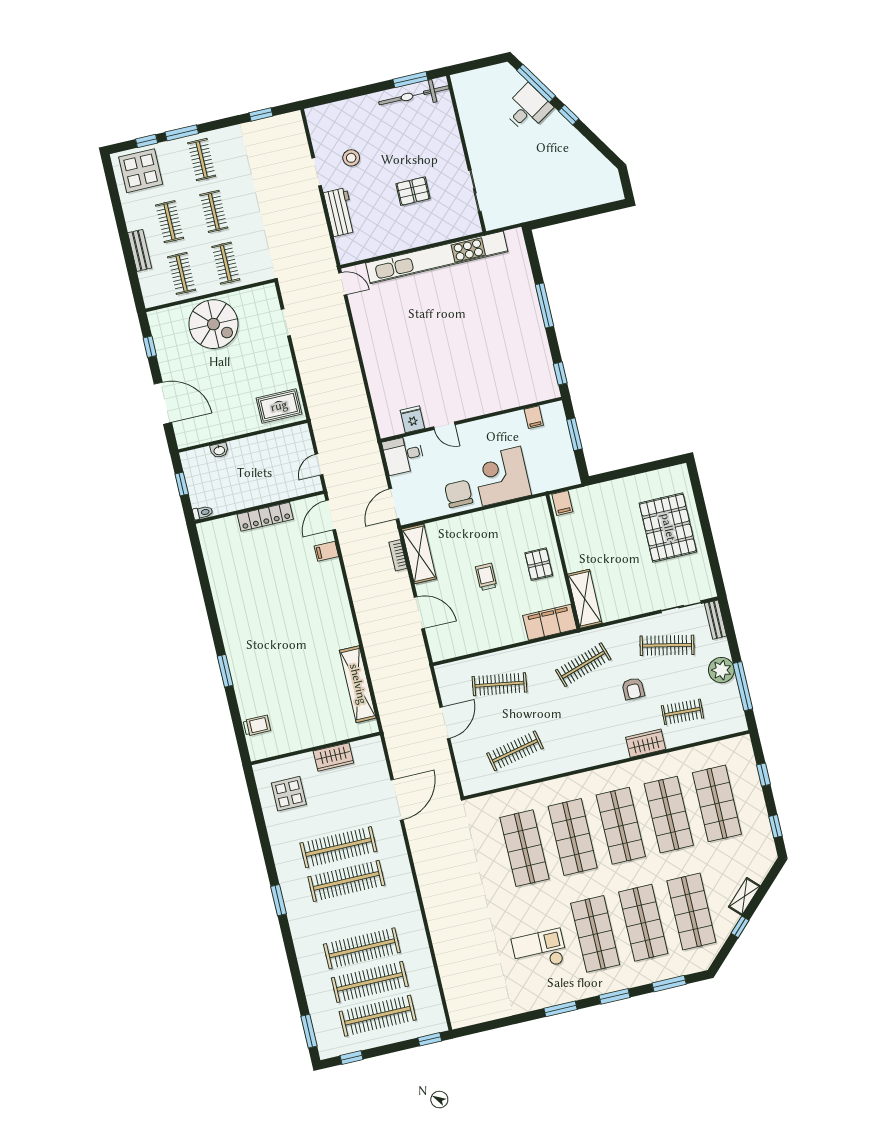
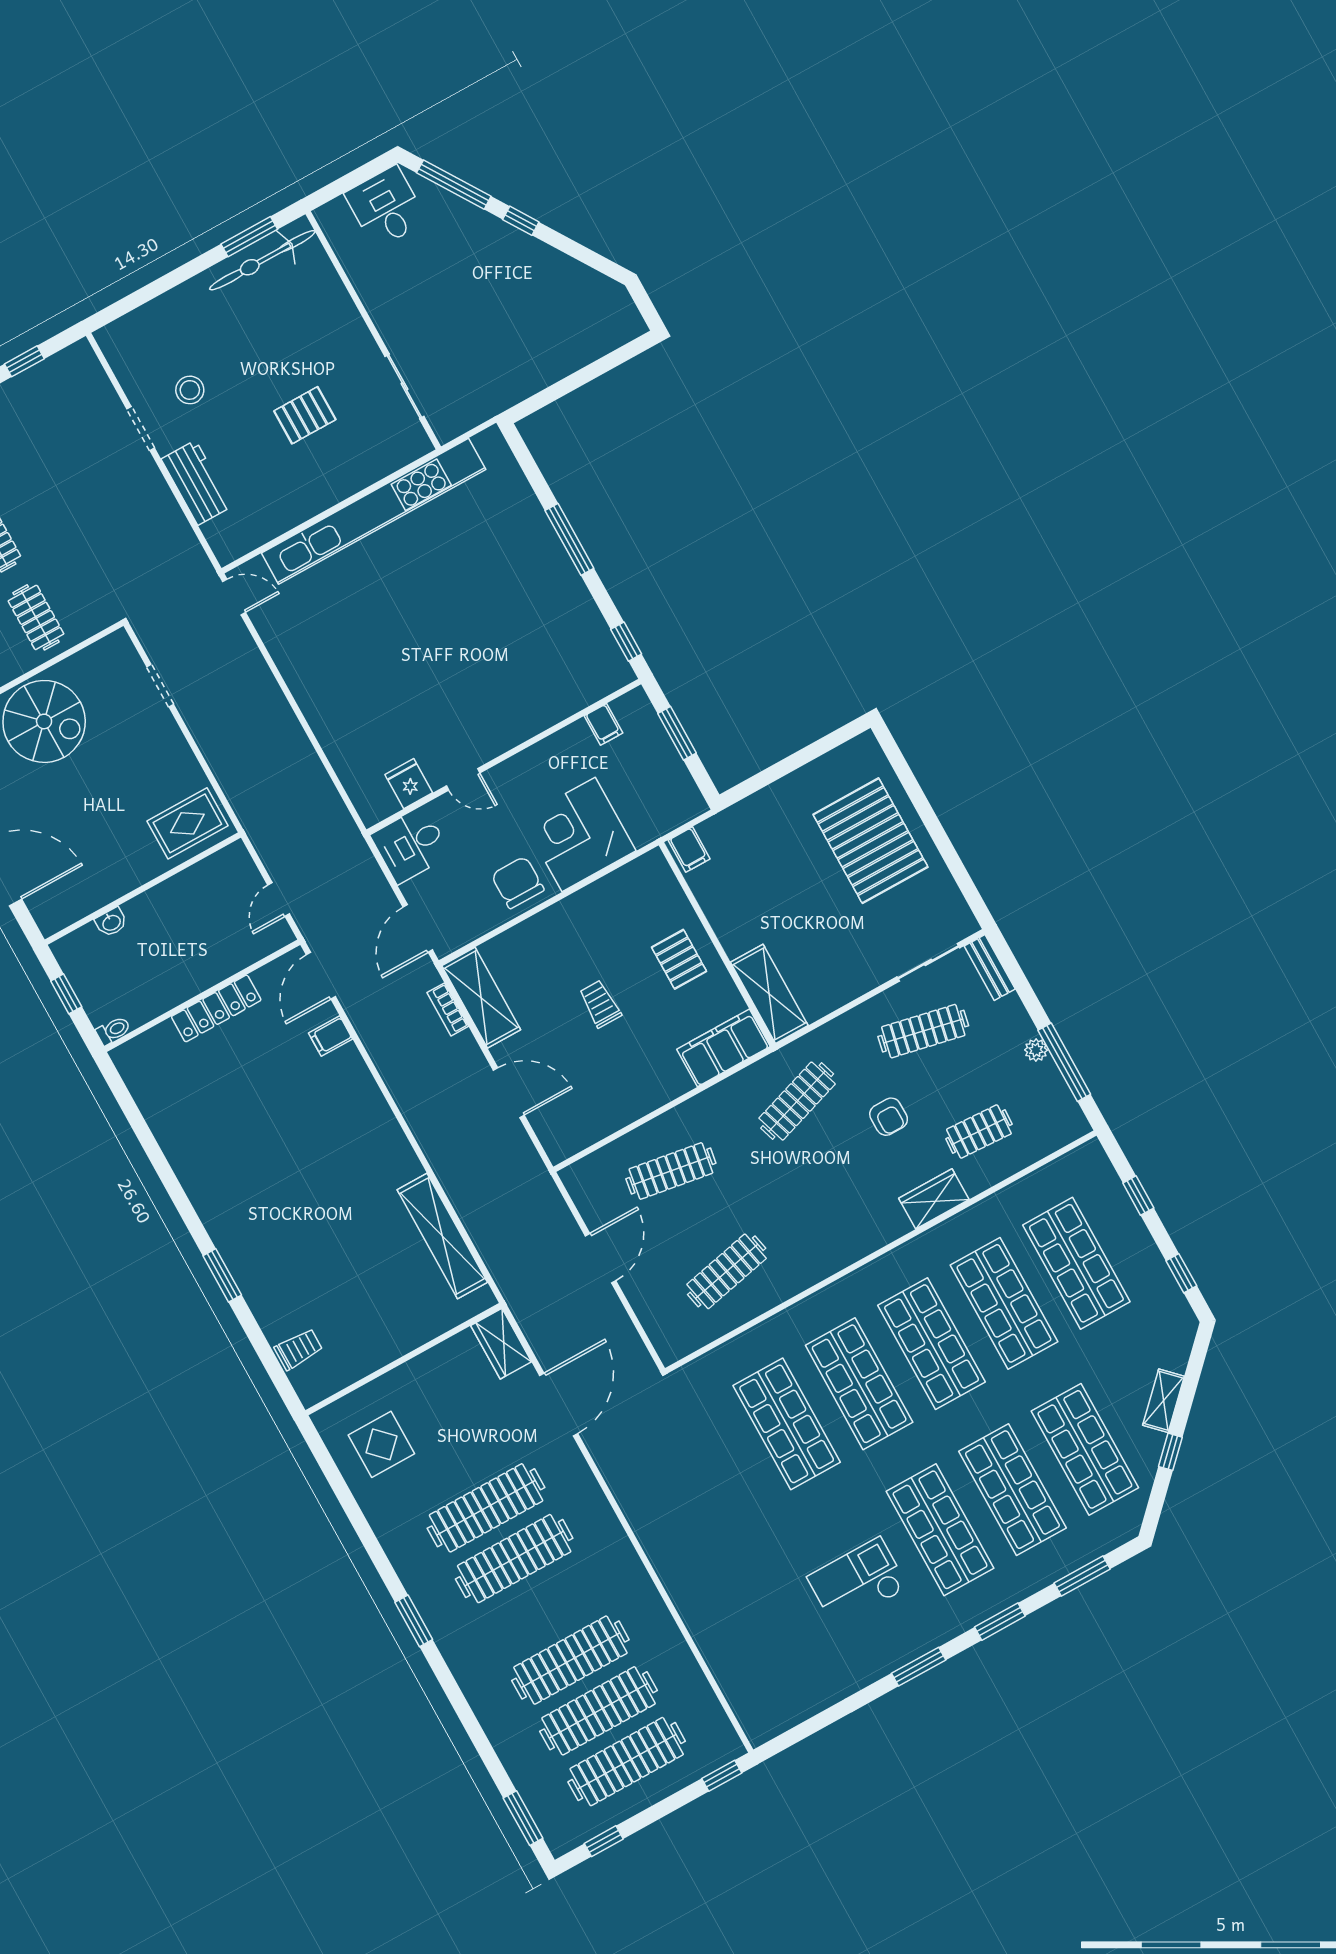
desk: (528, 109) -> (386, 207), moved, turned -57
plant: (721, 670) -> (1036, 1050), width x0.53, depth x0.53
wardrobe: (333, 757) -> (501, 1344), moved, turned 90

